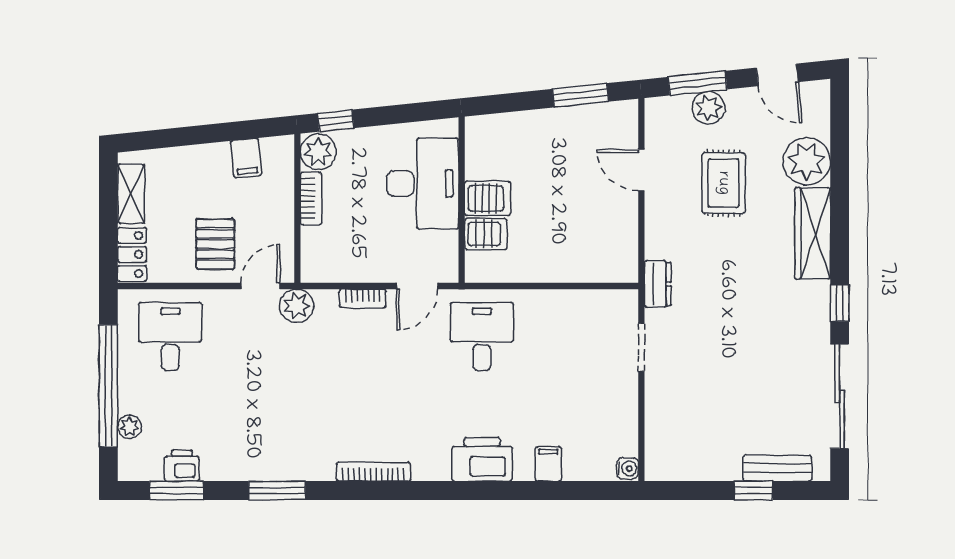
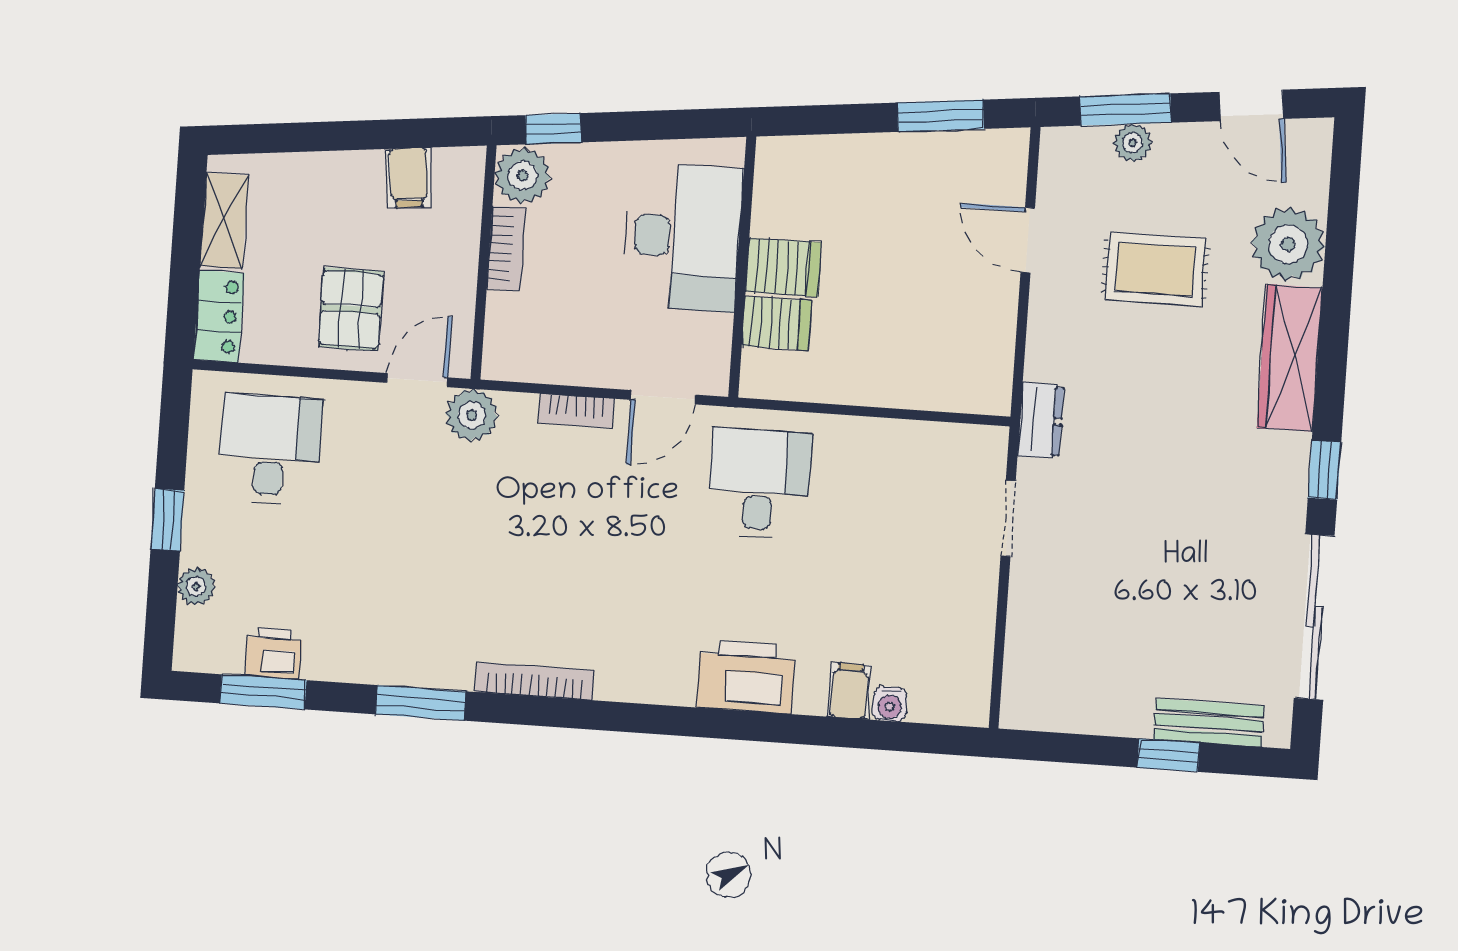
plant: (708, 108) -> (1133, 143), width x0.73, depth x0.73
rug: (723, 183) -> (1155, 269), turned 90
window: (108, 386) -> (167, 520), width x0.32
water cooler: (627, 468) -> (890, 704), moved, turned 90
bookcase: (374, 472) -> (535, 681), moved

